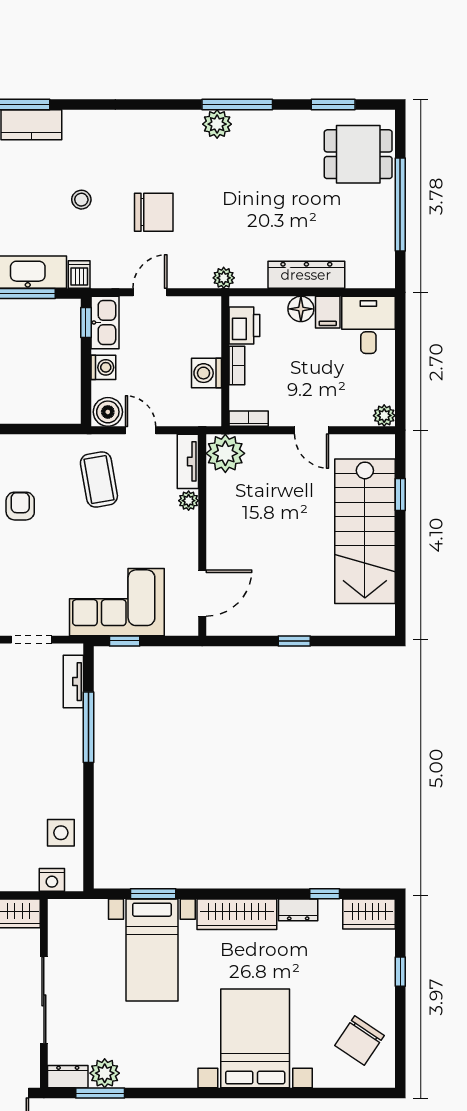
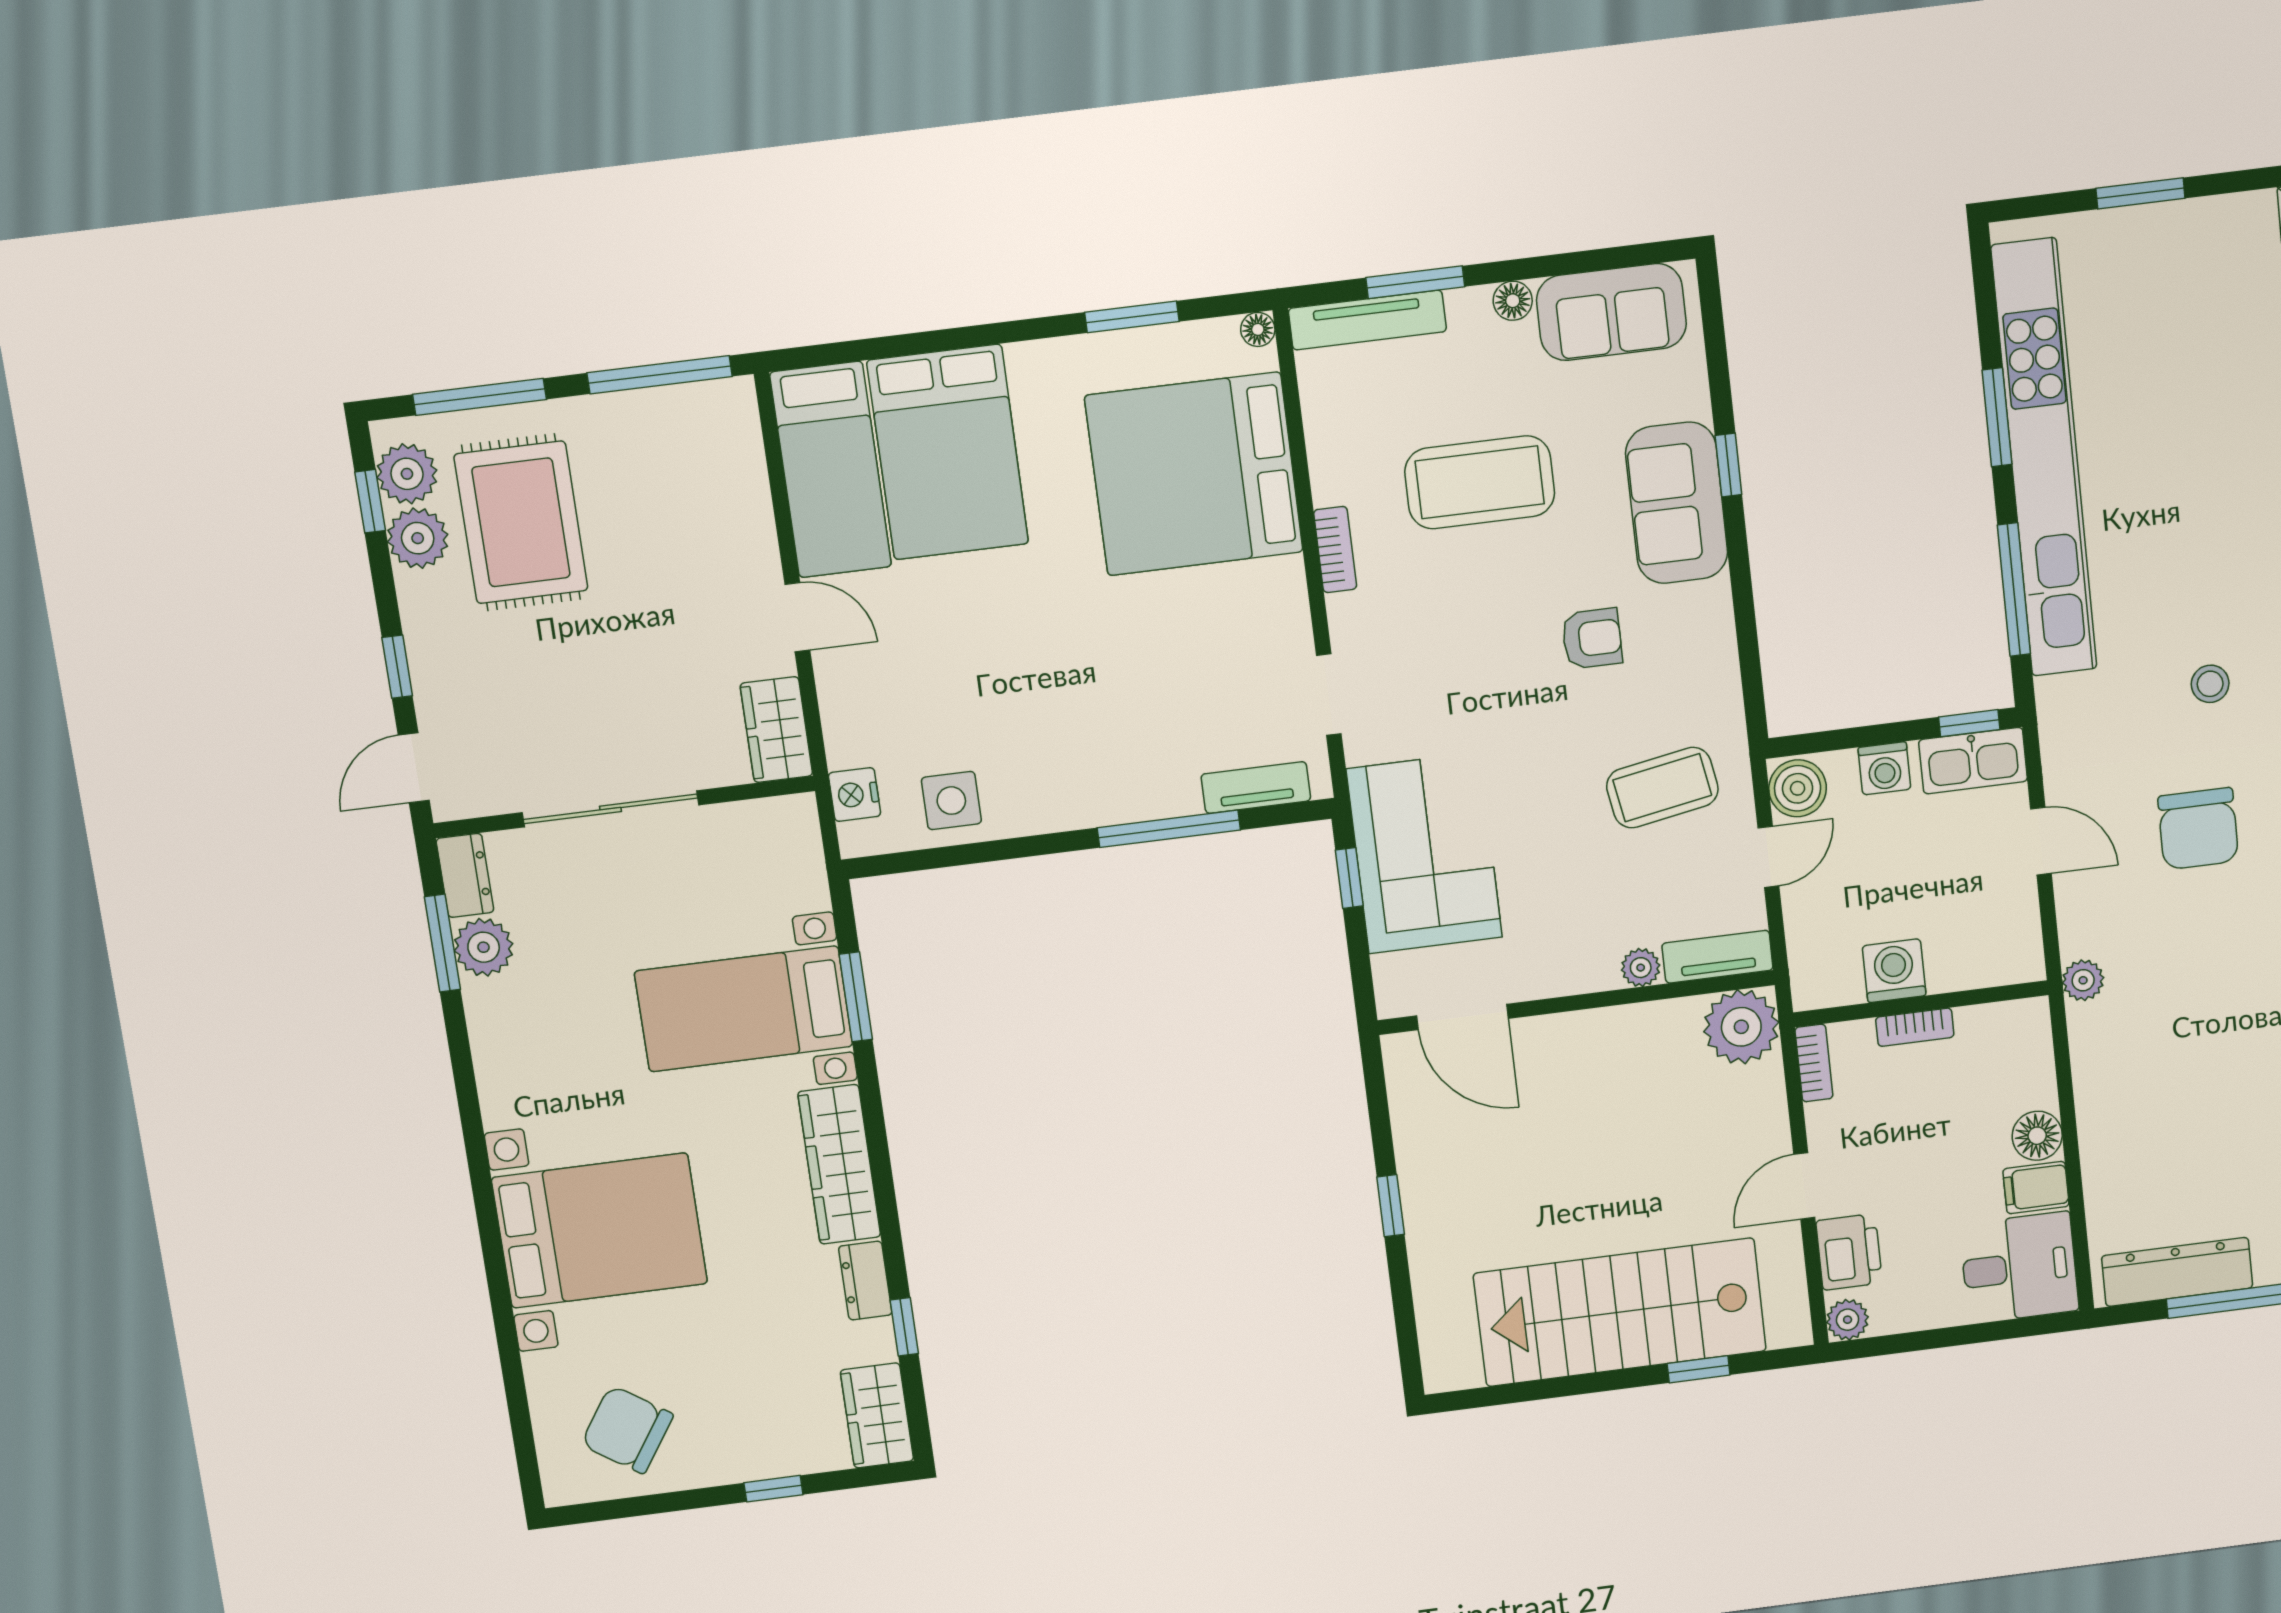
dishwasher: (79, 275) -> (2062, 698), removed
dresser: (306, 275) -> (2177, 1272), moved, turned -90
printer: (244, 326) -> (1849, 1252), moved, turned -90

